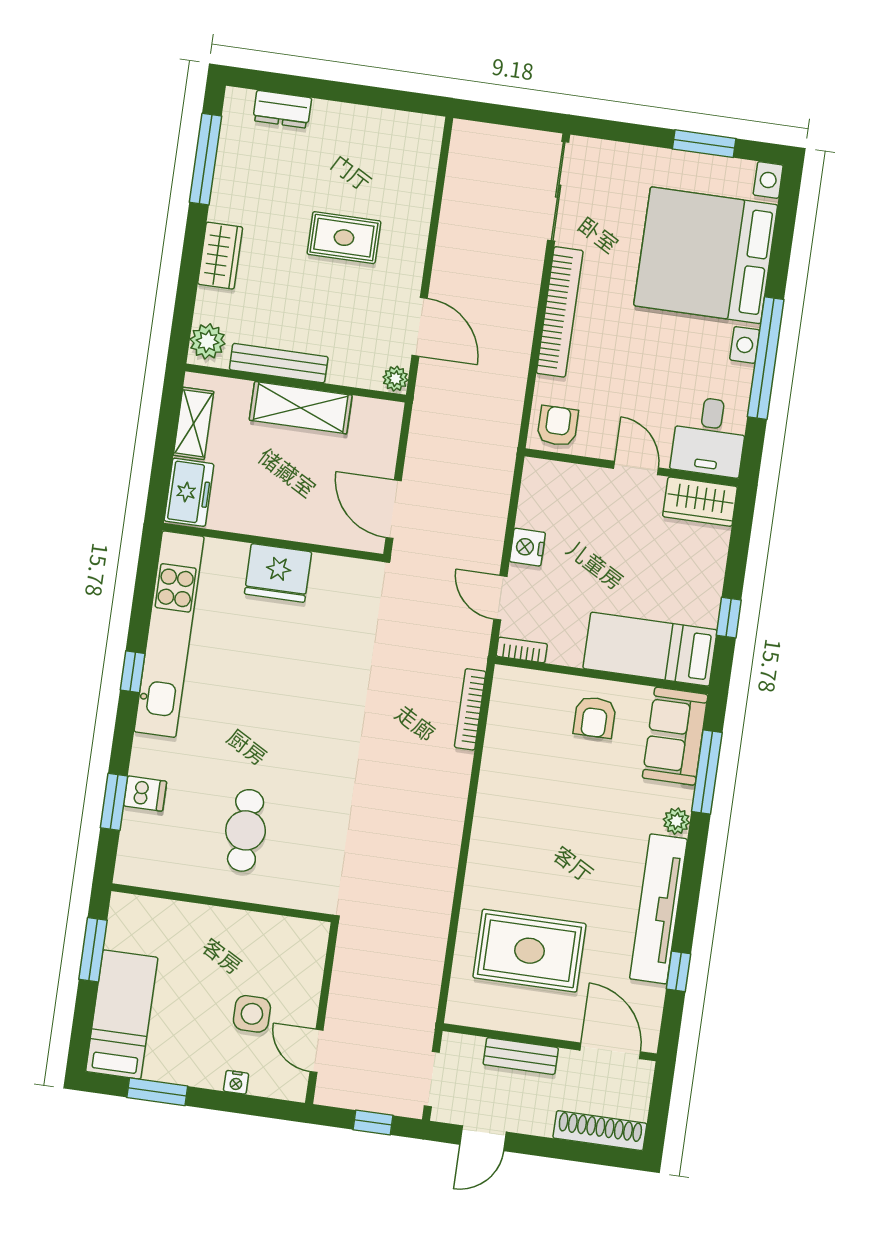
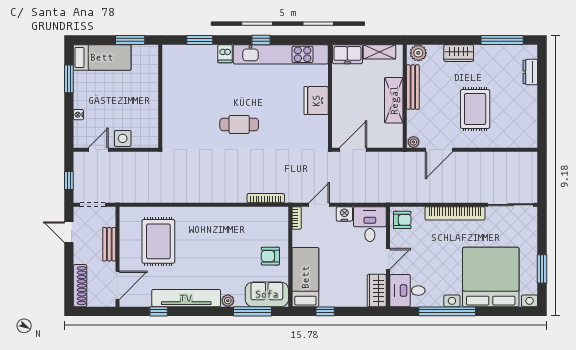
rug: (344, 238) -> (475, 109), width x1.36, depth x1.43
desk: (557, 496) -> (370, 224), added
dishwasher: (145, 794) -> (225, 54), moved
cafe table: (246, 830) -> (239, 124), moved
side table: (252, 1014) -> (123, 138), moved

